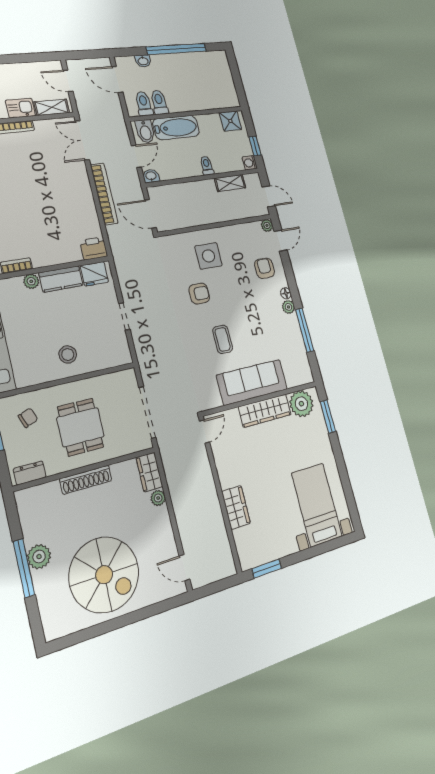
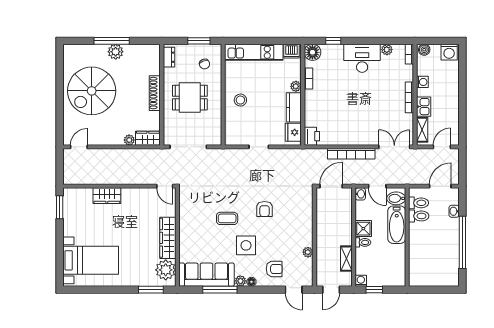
shower: (230, 121) -> (363, 229), moved
plant: (267, 225) -> (308, 252), moved
side table: (208, 256) -> (246, 245), moved
sofa: (252, 382) -> (207, 275), moved, turned -90

